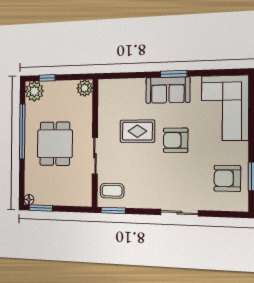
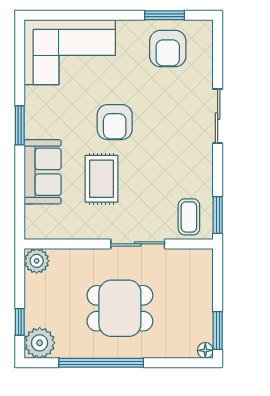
sofa: (168, 90) -> (43, 172), moved

